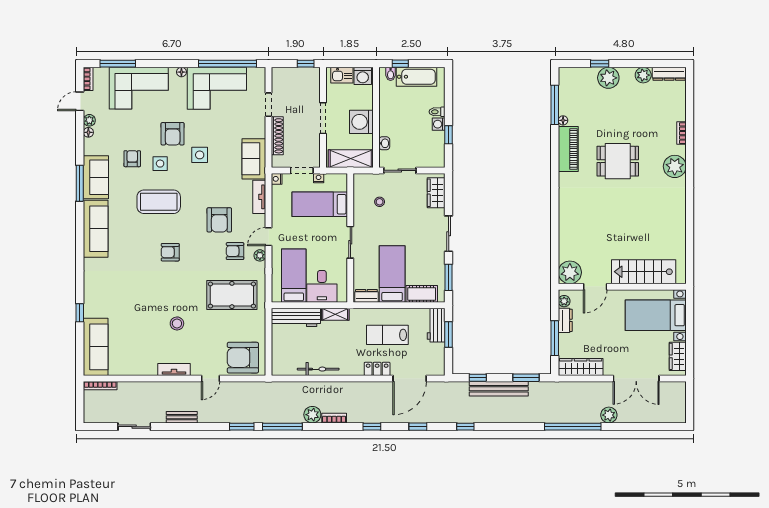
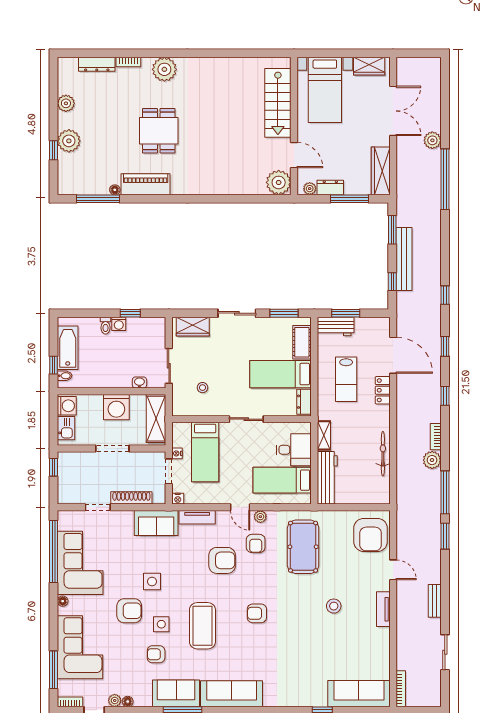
dresser: (669, 74) -> (97, 64), moved, turned 90
armchair: (170, 252) -> (257, 613), turned 90

